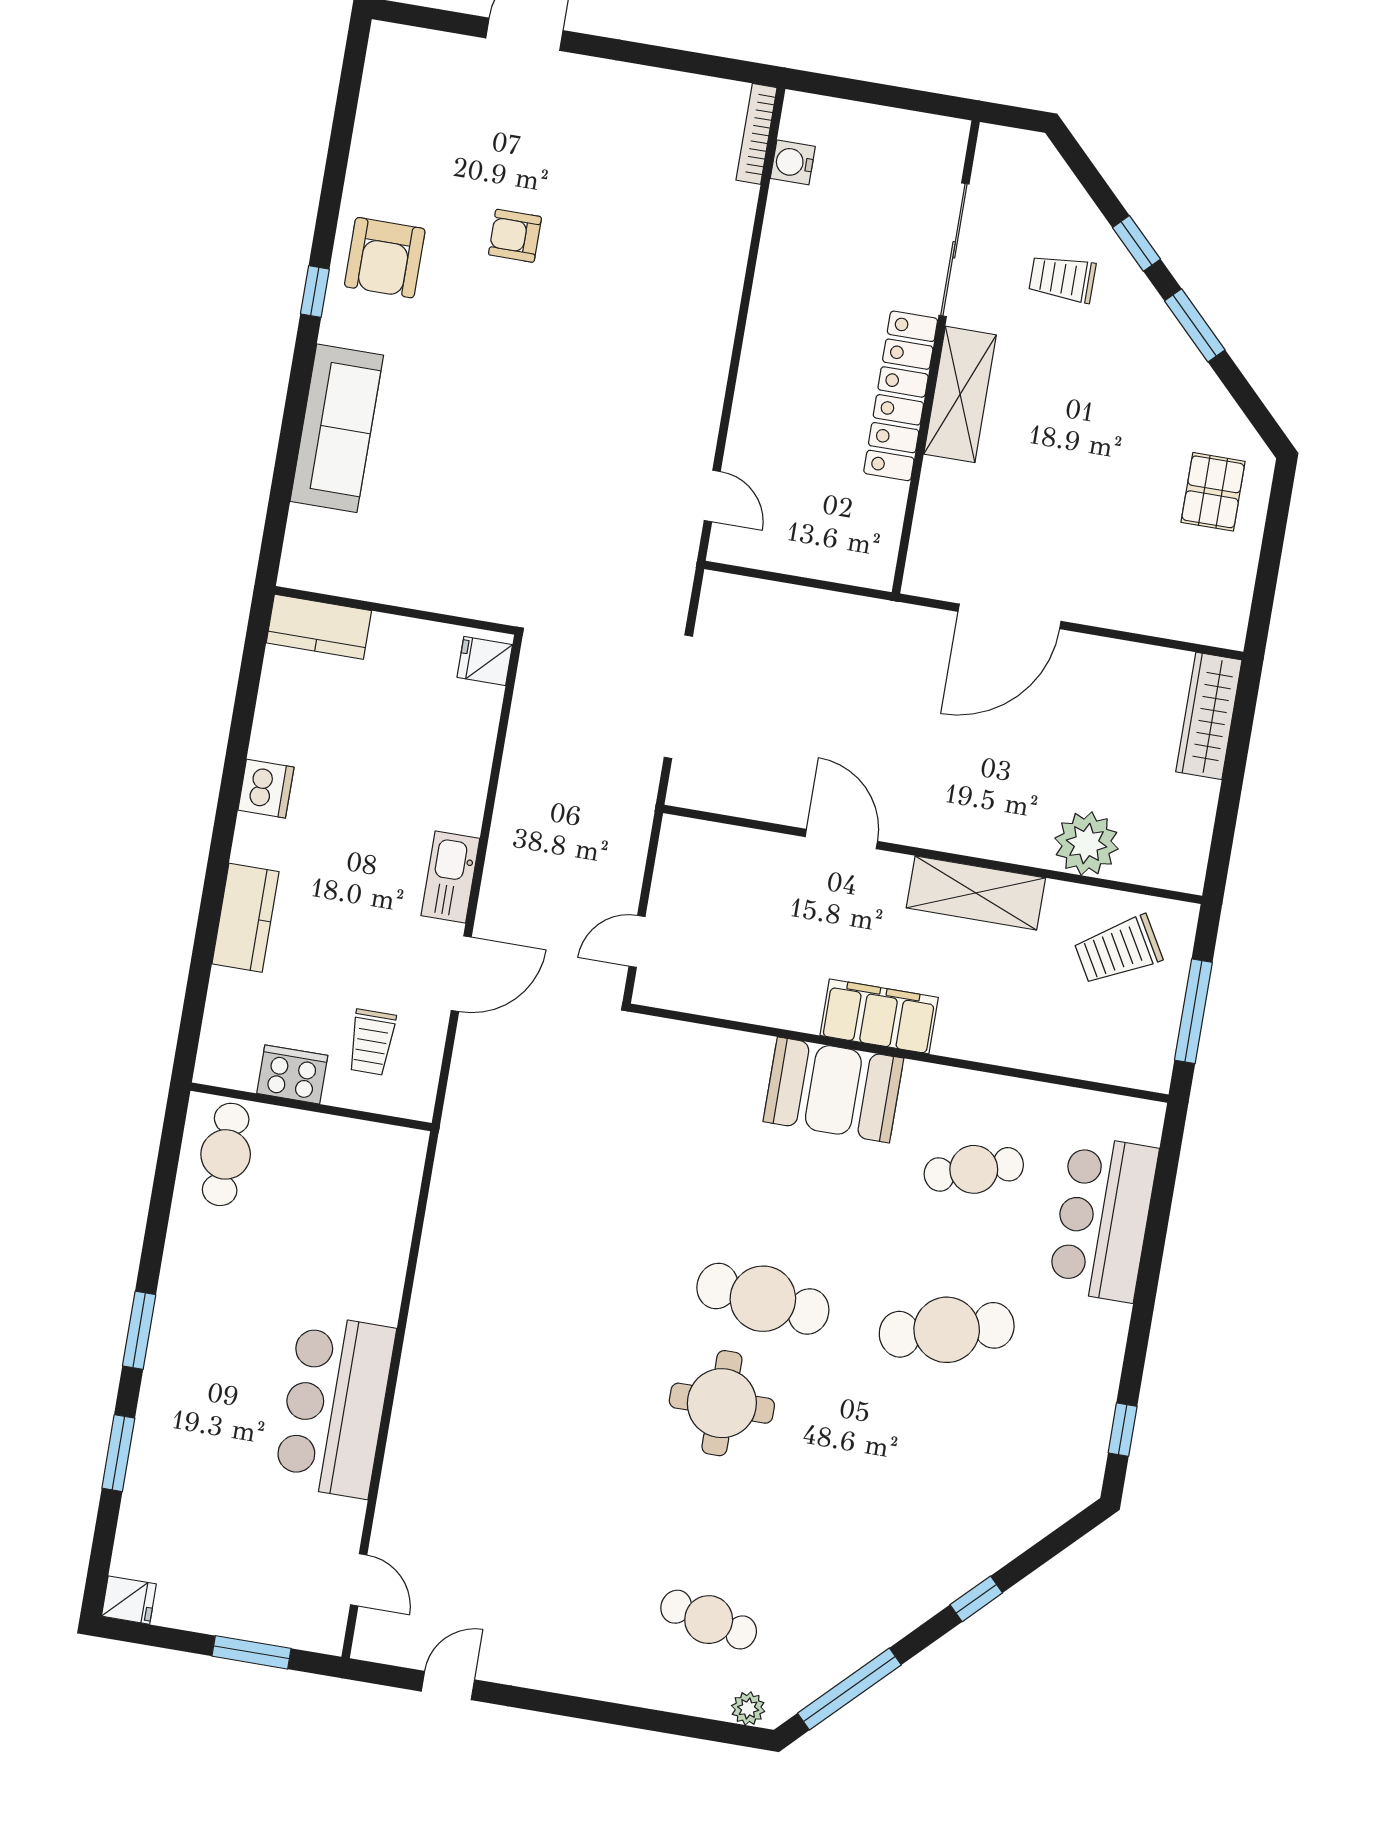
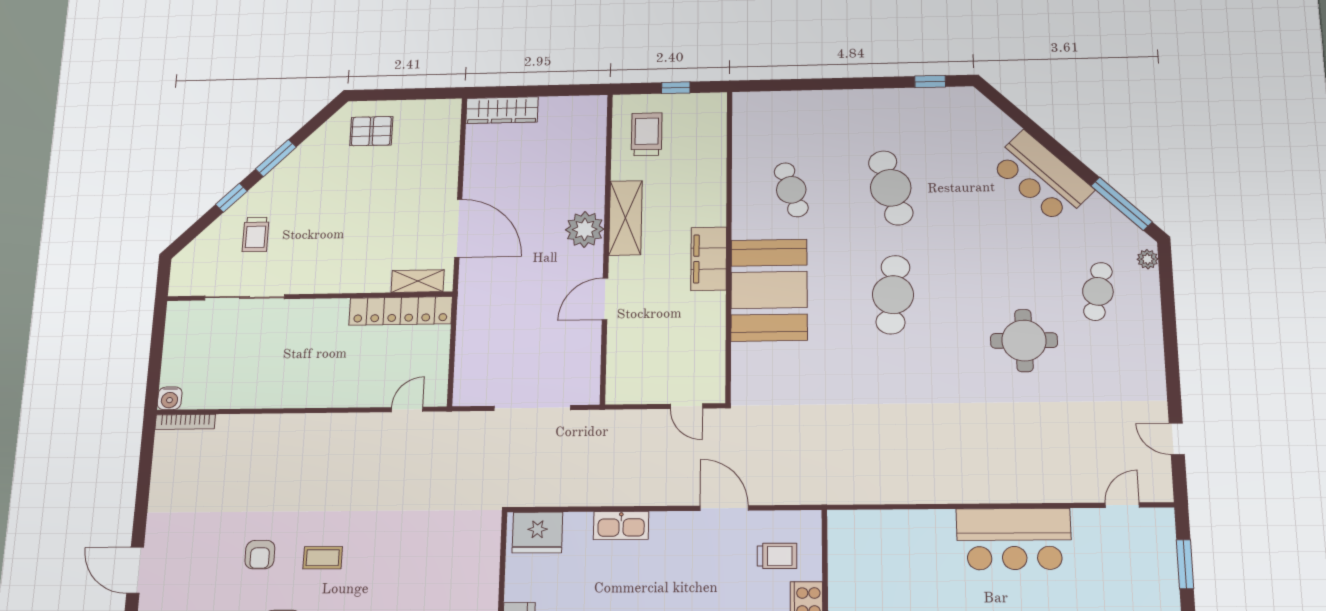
water cooler: (793, 162) -> (170, 398), moved
coffee table: (492, 335) -> (323, 558), added
shelving: (960, 394) -> (418, 281), moved, width x0.67, depth x0.75
locker: (901, 396) -> (401, 311), moved
fridge: (485, 661) -> (537, 533), width x1.88, depth x1.34
plant: (1087, 844) -> (585, 229), moved
kitchen sink: (450, 877) -> (621, 526), moved
trolley: (1118, 950) -> (647, 134), turned -150
window: (1193, 1011) -> (676, 88), width x0.46
booth: (833, 1090) -> (769, 290), width x1.36, depth x1.42
bar counter: (1103, 1219) -> (1041, 177), moved, turned 45
round table: (722, 1403) -> (1024, 341), moved
window: (976, 1599) -> (1050, 143), removed

